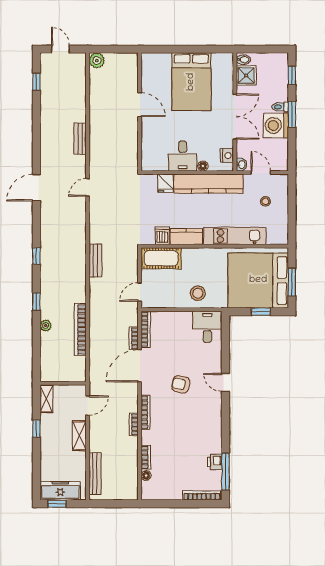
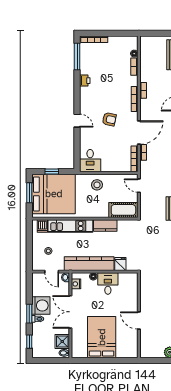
dishwasher: (162, 236) -> (42, 226), moved
door: (140, 292) -> (139, 186), swing flipped
printer: (215, 462) -> (85, 81), moved

